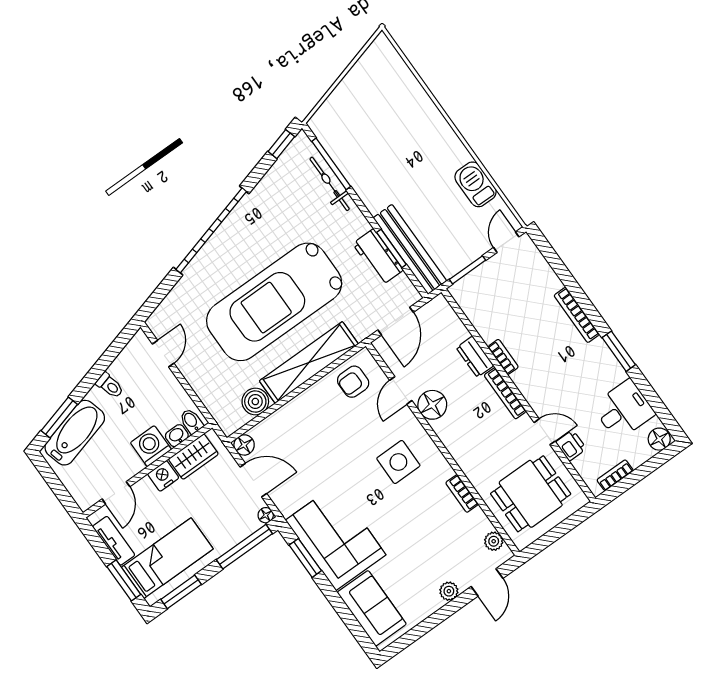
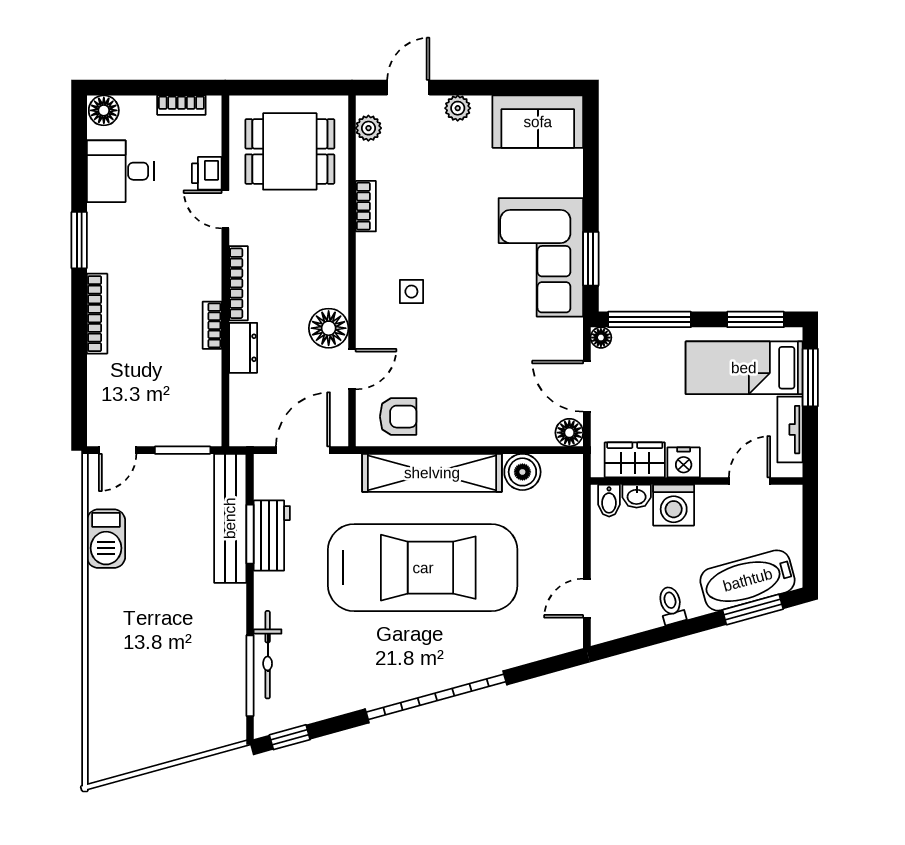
side table: (398, 462) -> (411, 292), width x0.54, depth x0.54
sofa: (372, 608) -> (538, 122), moved, turned -90

